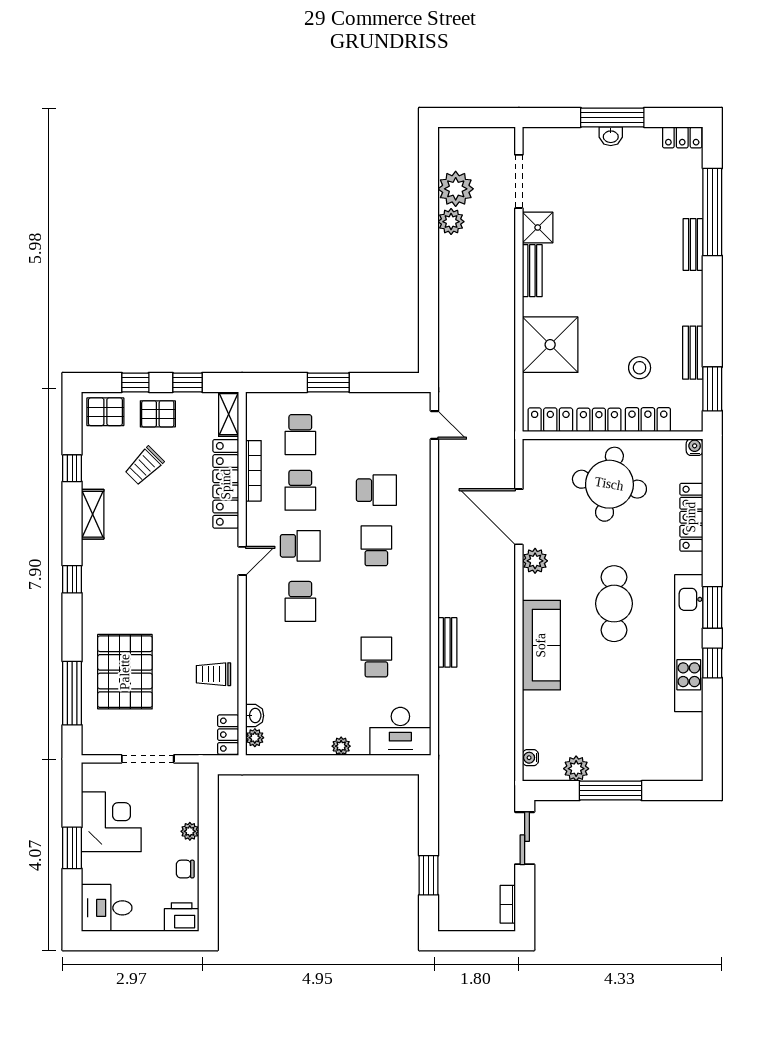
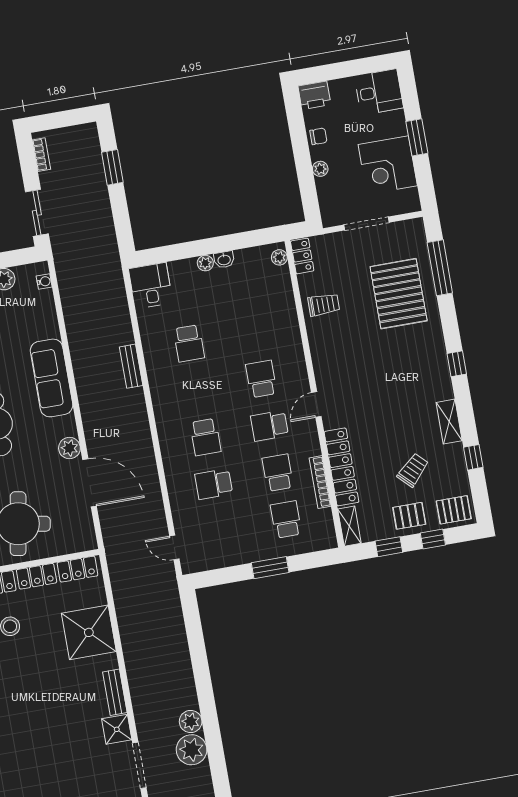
washbasin: (255, 716) -> (224, 260), moved, turned -90
desk: (400, 731) -> (151, 286), width x0.73

